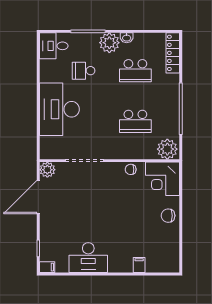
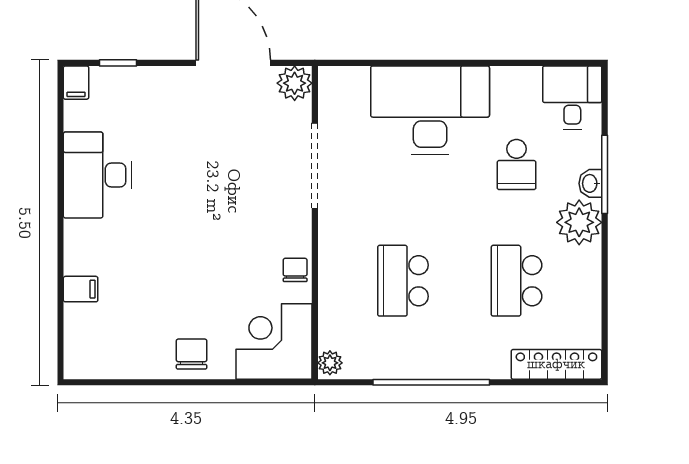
washbasin: (127, 38) -> (590, 183), moved
school desk: (84, 71) -> (517, 164), turned 180
plant: (167, 149) -> (330, 363), width x0.53, depth x0.53

